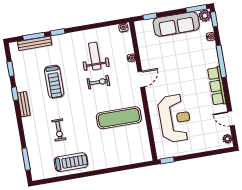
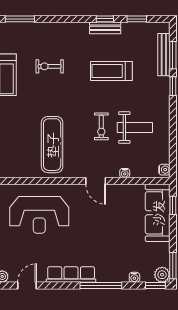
sofa: (176, 24) -> (158, 213), moved
bench: (24, 104) -> (105, 28), moved

